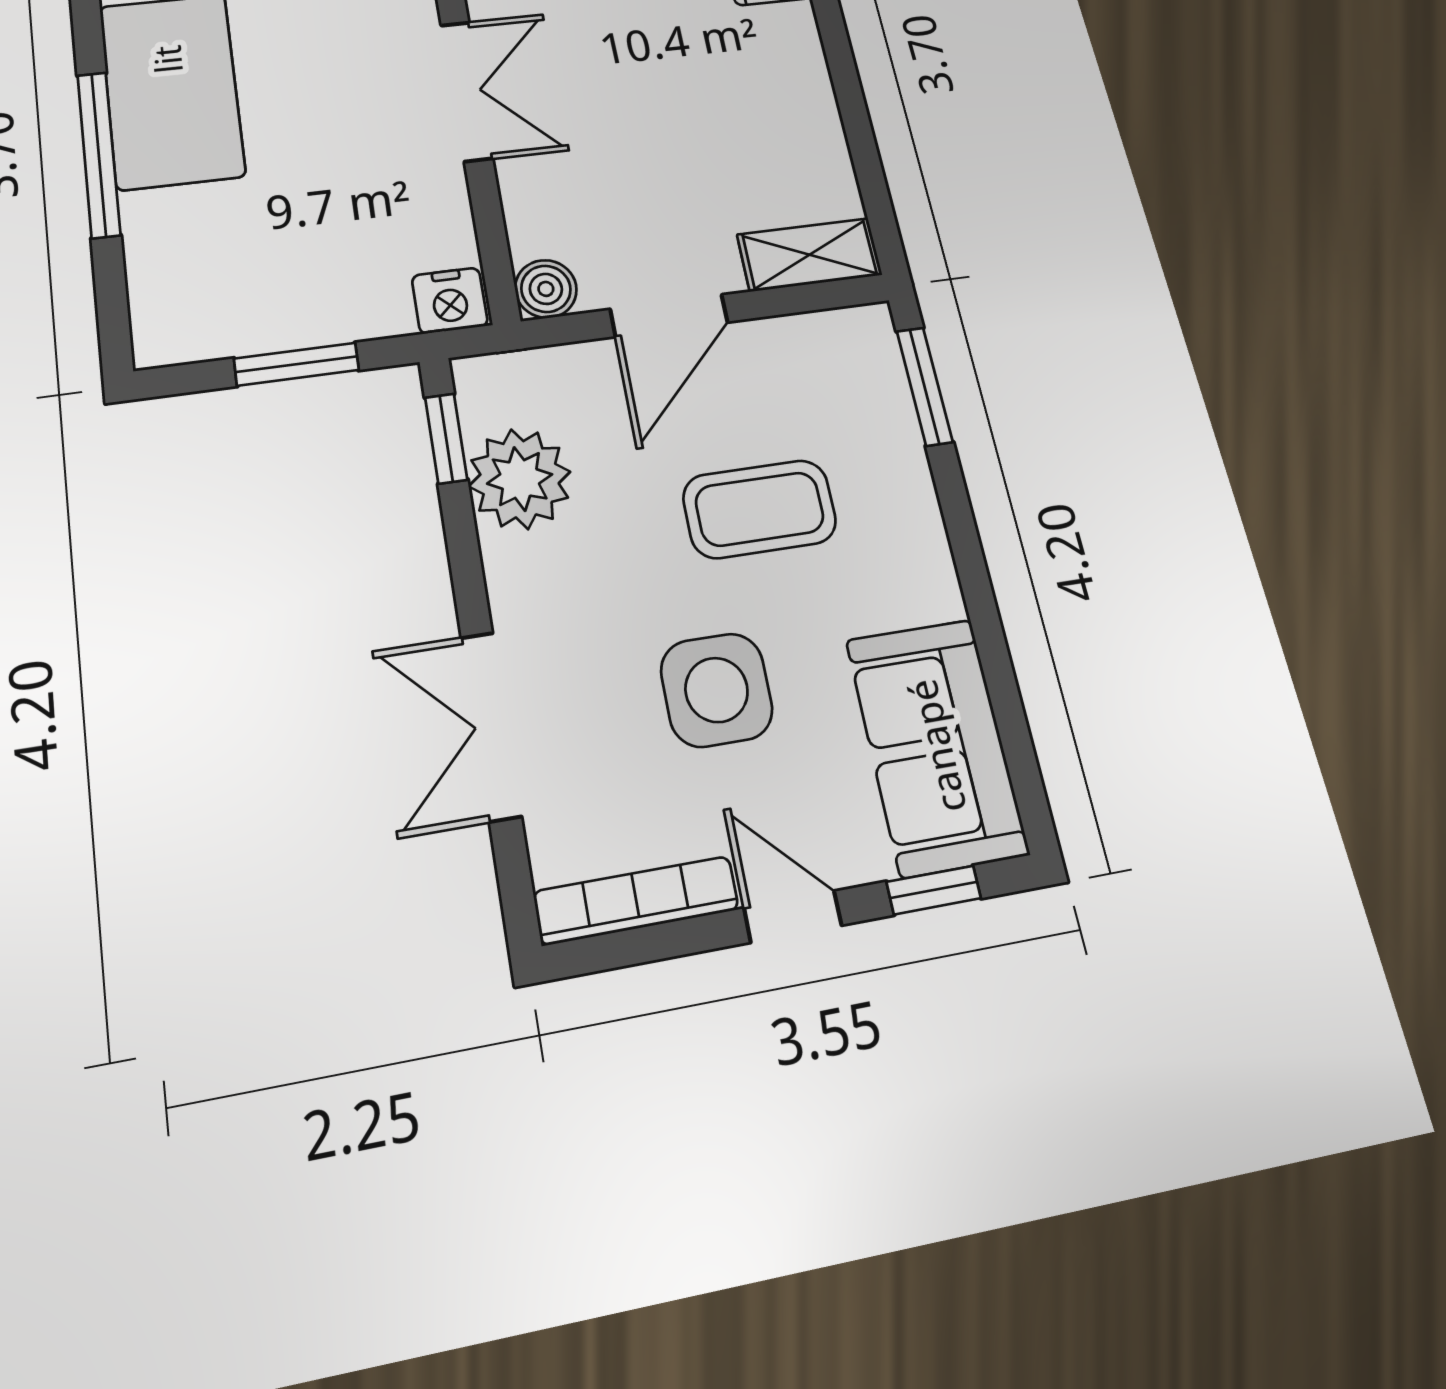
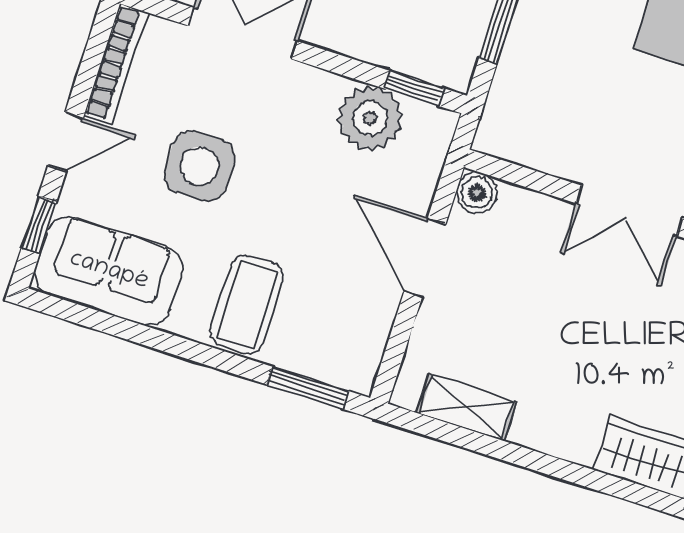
shelving: (810, 255) -> (467, 407), moved, turned 90
nightstand: (450, 301) -> (497, 132), removed
coffee table: (760, 509) -> (247, 305), moved

